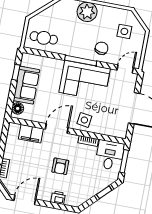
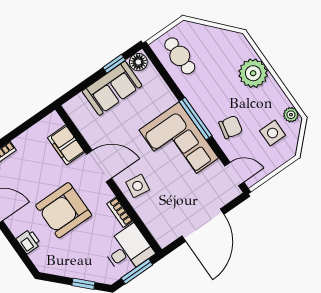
plant: (125, 14) -> (291, 115), added
floor lamp: (18, 108) -> (138, 62), moved
armchair: (60, 166) -> (64, 210), width x1.88, depth x1.88

